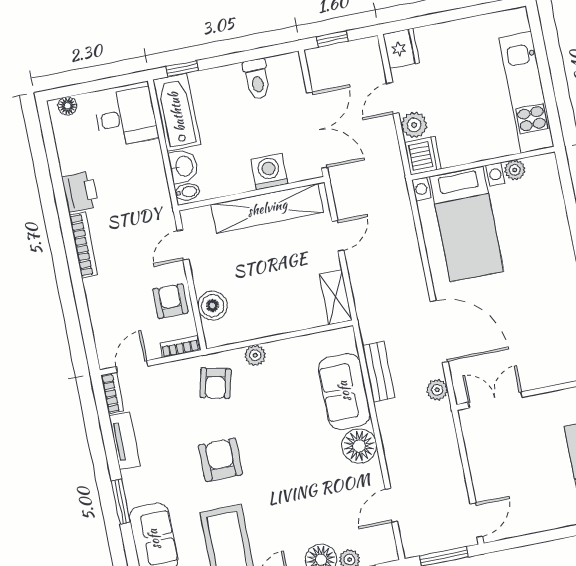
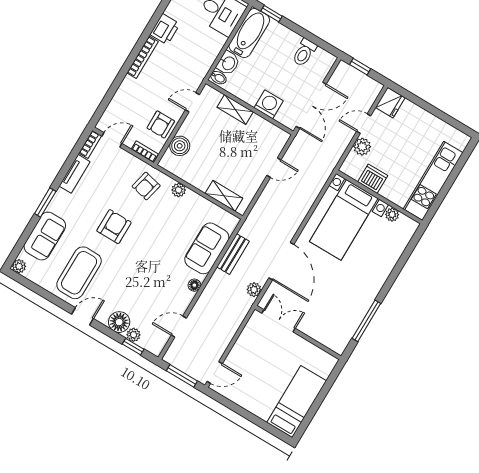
dishwasher: (423, 156) -> (373, 179), moved, turned -90
shelving: (267, 208) -> (235, 110), width x0.45, depth x0.75
shelving: (336, 297) -> (224, 196), moved, turned 90
armchair: (170, 301) -> (161, 125), turned 180
floor lamp: (359, 446) -> (194, 285), width x0.53, depth x0.53

